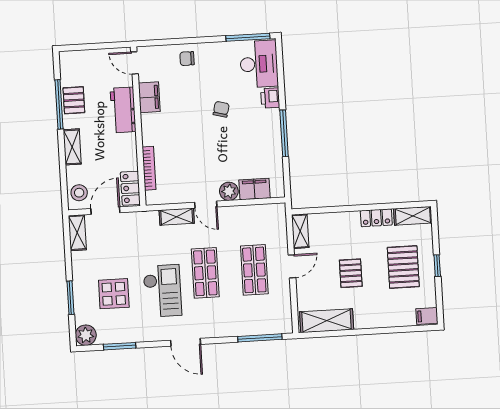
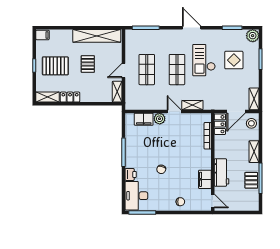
pallet: (403, 267) -> (55, 66), turned 90
shelving: (327, 321) -> (97, 36), width x1.47

